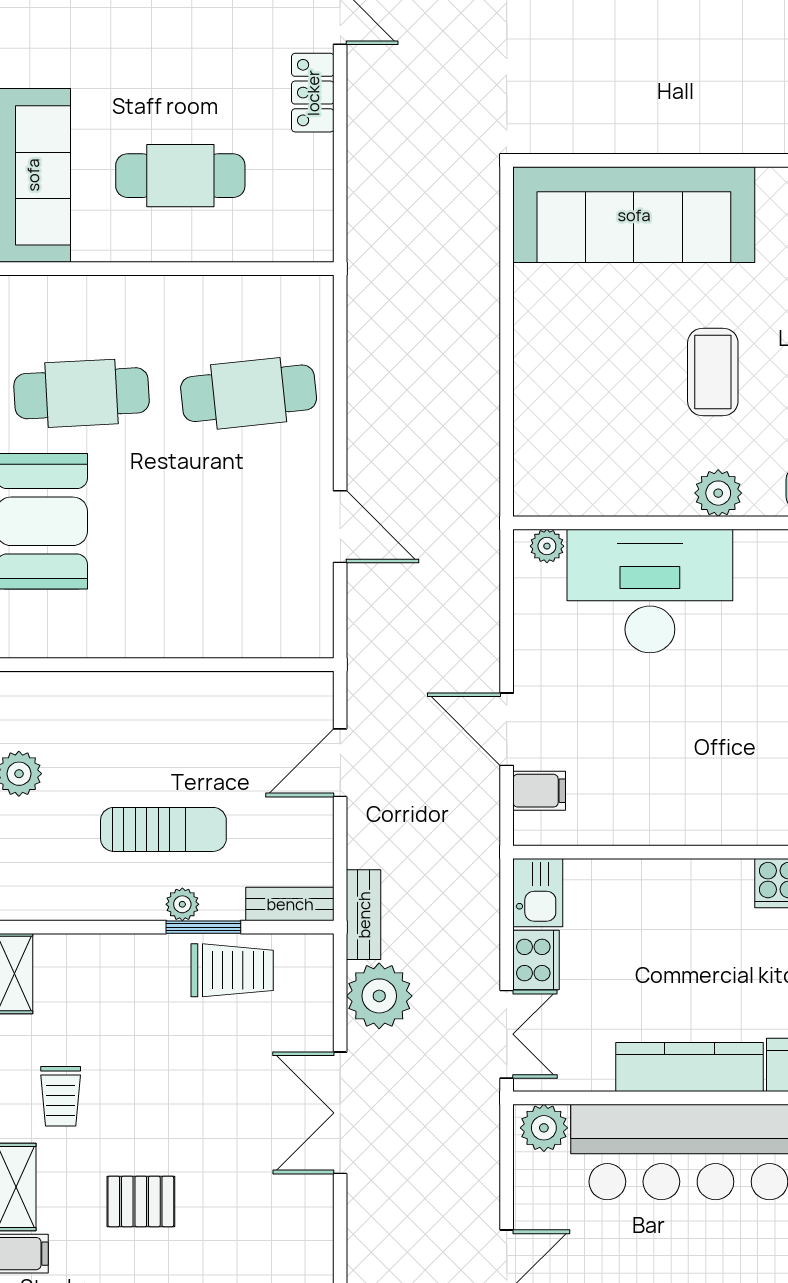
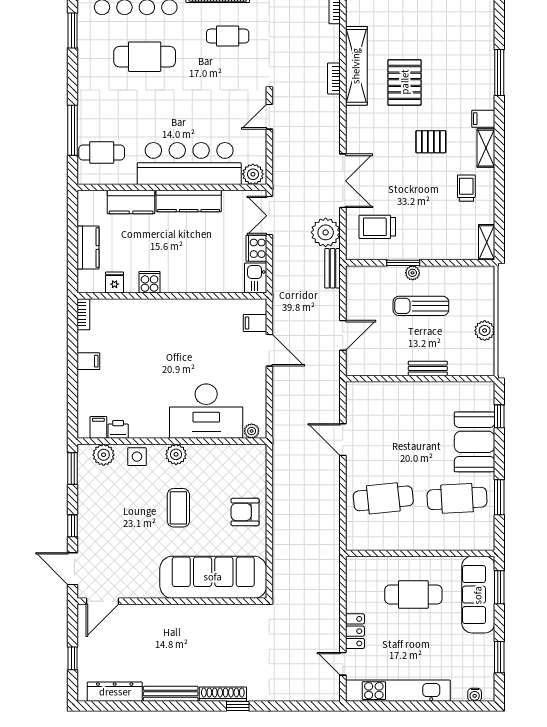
armchair: (562, 363) -> (245, 512), added
bench: (290, 904) -> (428, 369), moved
trolley: (232, 970) -> (377, 227), moved

